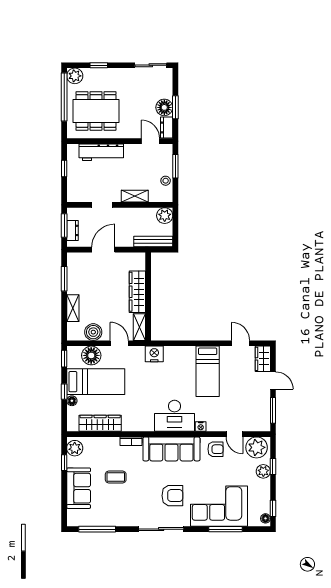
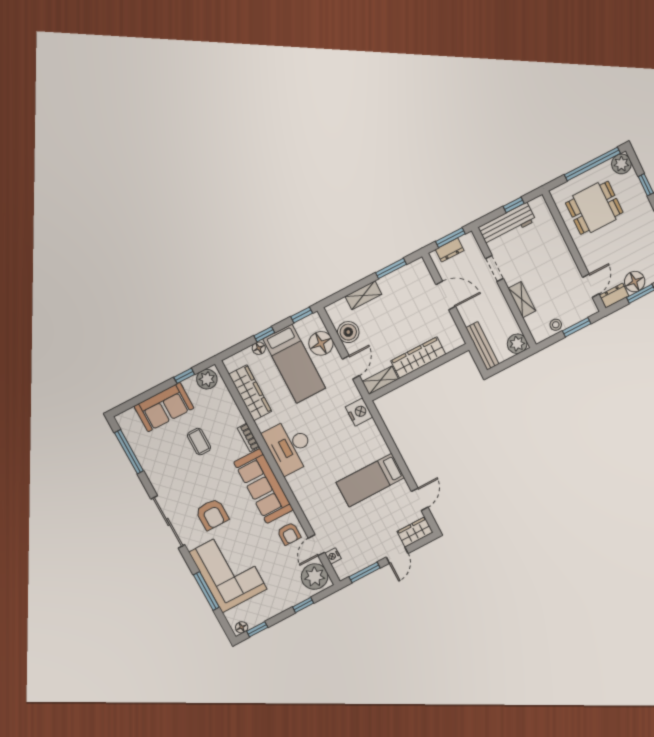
dining table: (96, 111) -> (594, 208), width x0.73
workbench: (101, 152) -> (507, 224), moved, turned -90
desk: (174, 416) -> (289, 446), moved
nightstand: (201, 426) -> (333, 556), moved
plant: (263, 471) -> (292, 598), removed

